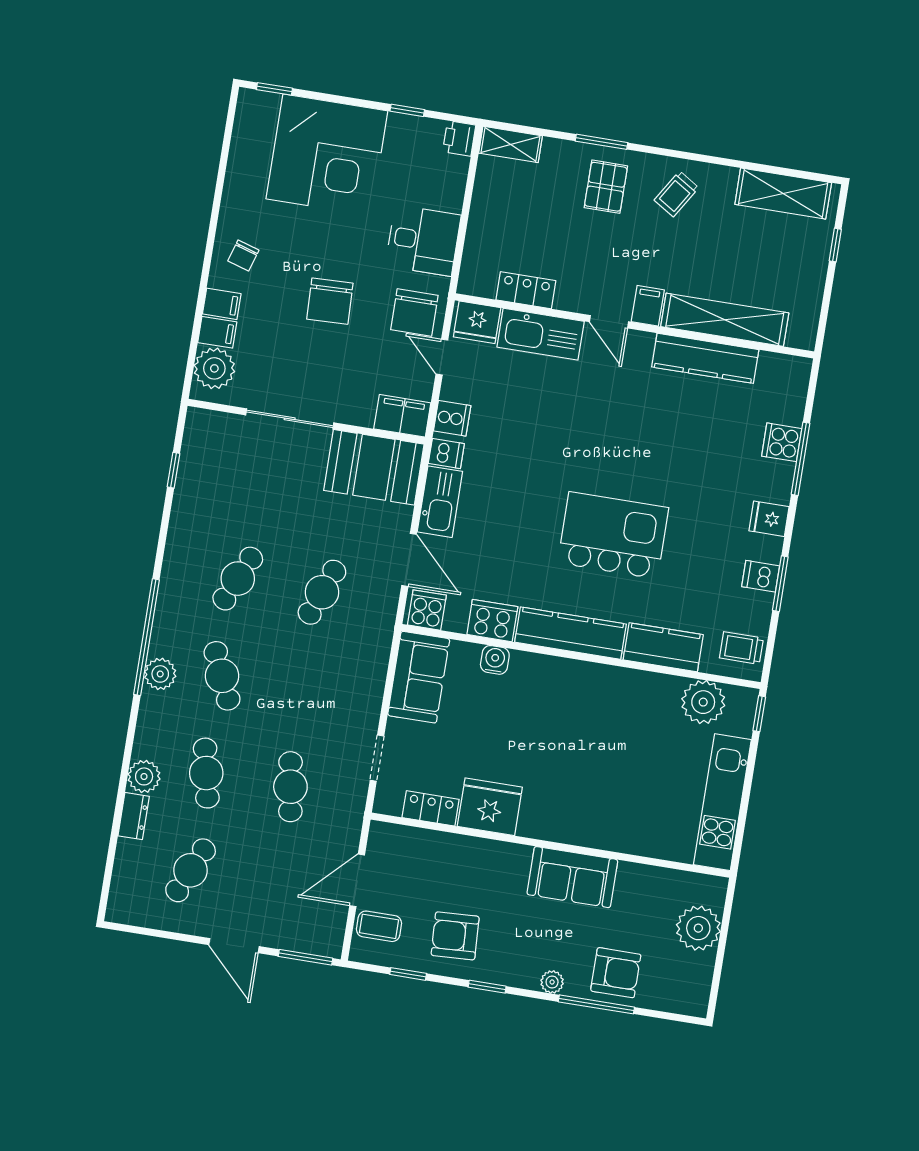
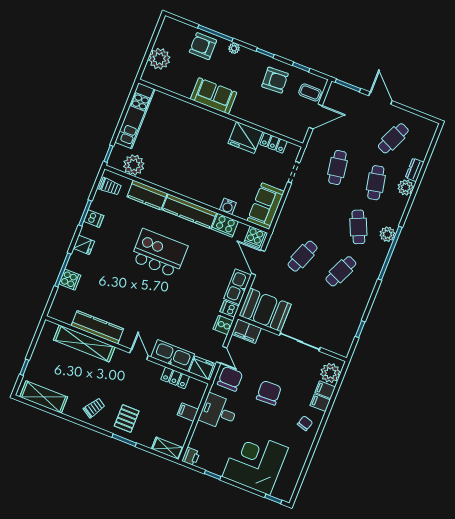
filing cabinet: (648, 306) -> (188, 412), moved, turned 90
kitchen island: (613, 535) -> (159, 253), turned 180

